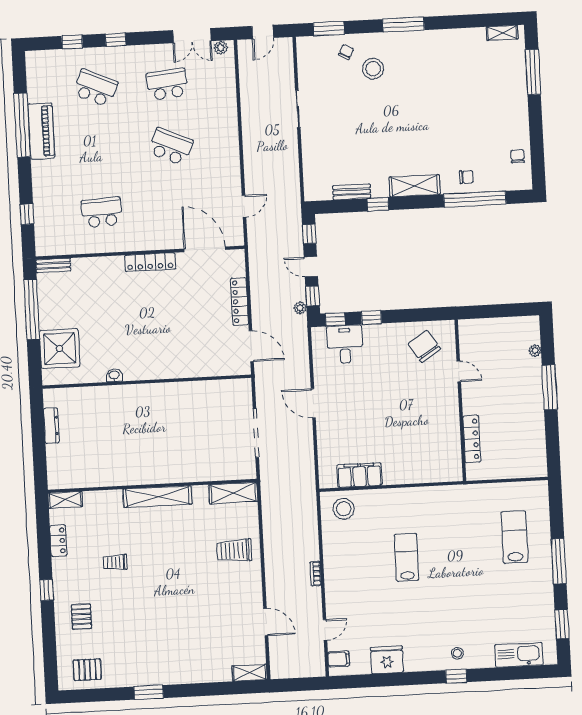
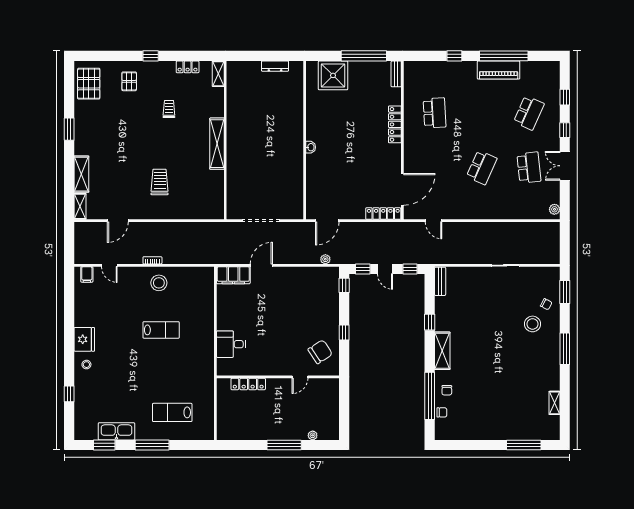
door: (263, 32) -> (565, 242), removed
shelving: (502, 33) -> (555, 403), moved
double door: (192, 36) -> (565, 166), moved
chair: (518, 156) -> (442, 412), moved
bench: (352, 192) -> (440, 281), moved
window: (27, 214) -> (454, 56), moved
locker: (150, 262) -> (395, 124), moved
door: (311, 267) -> (385, 269), swing flipped
locker: (239, 302) -> (383, 214), moved
plant: (300, 308) -> (325, 259), moved
window: (371, 317) -> (344, 332), moved
desk: (345, 344) -> (231, 344), moved, turned 180
washbasin: (114, 375) -> (311, 147), moved
door: (313, 403) -> (261, 265), moved
filing cabinet: (359, 475) -> (233, 275), moved, turned 90
shelving: (233, 493) -> (81, 174), moved
stool: (344, 509) -> (159, 283), moved
lab bench: (514, 537) -> (172, 412), turned 180
trolley: (234, 550) -> (160, 182), moved
pallet: (81, 617) -> (129, 81), turned 90
kitchen sink: (519, 655) -> (116, 431), moved, turned -90
fridge: (387, 660) -> (84, 339), moved
pallet: (87, 670) -> (89, 84), width x1.50, depth x1.42
window: (456, 676) -> (69, 394), moved

